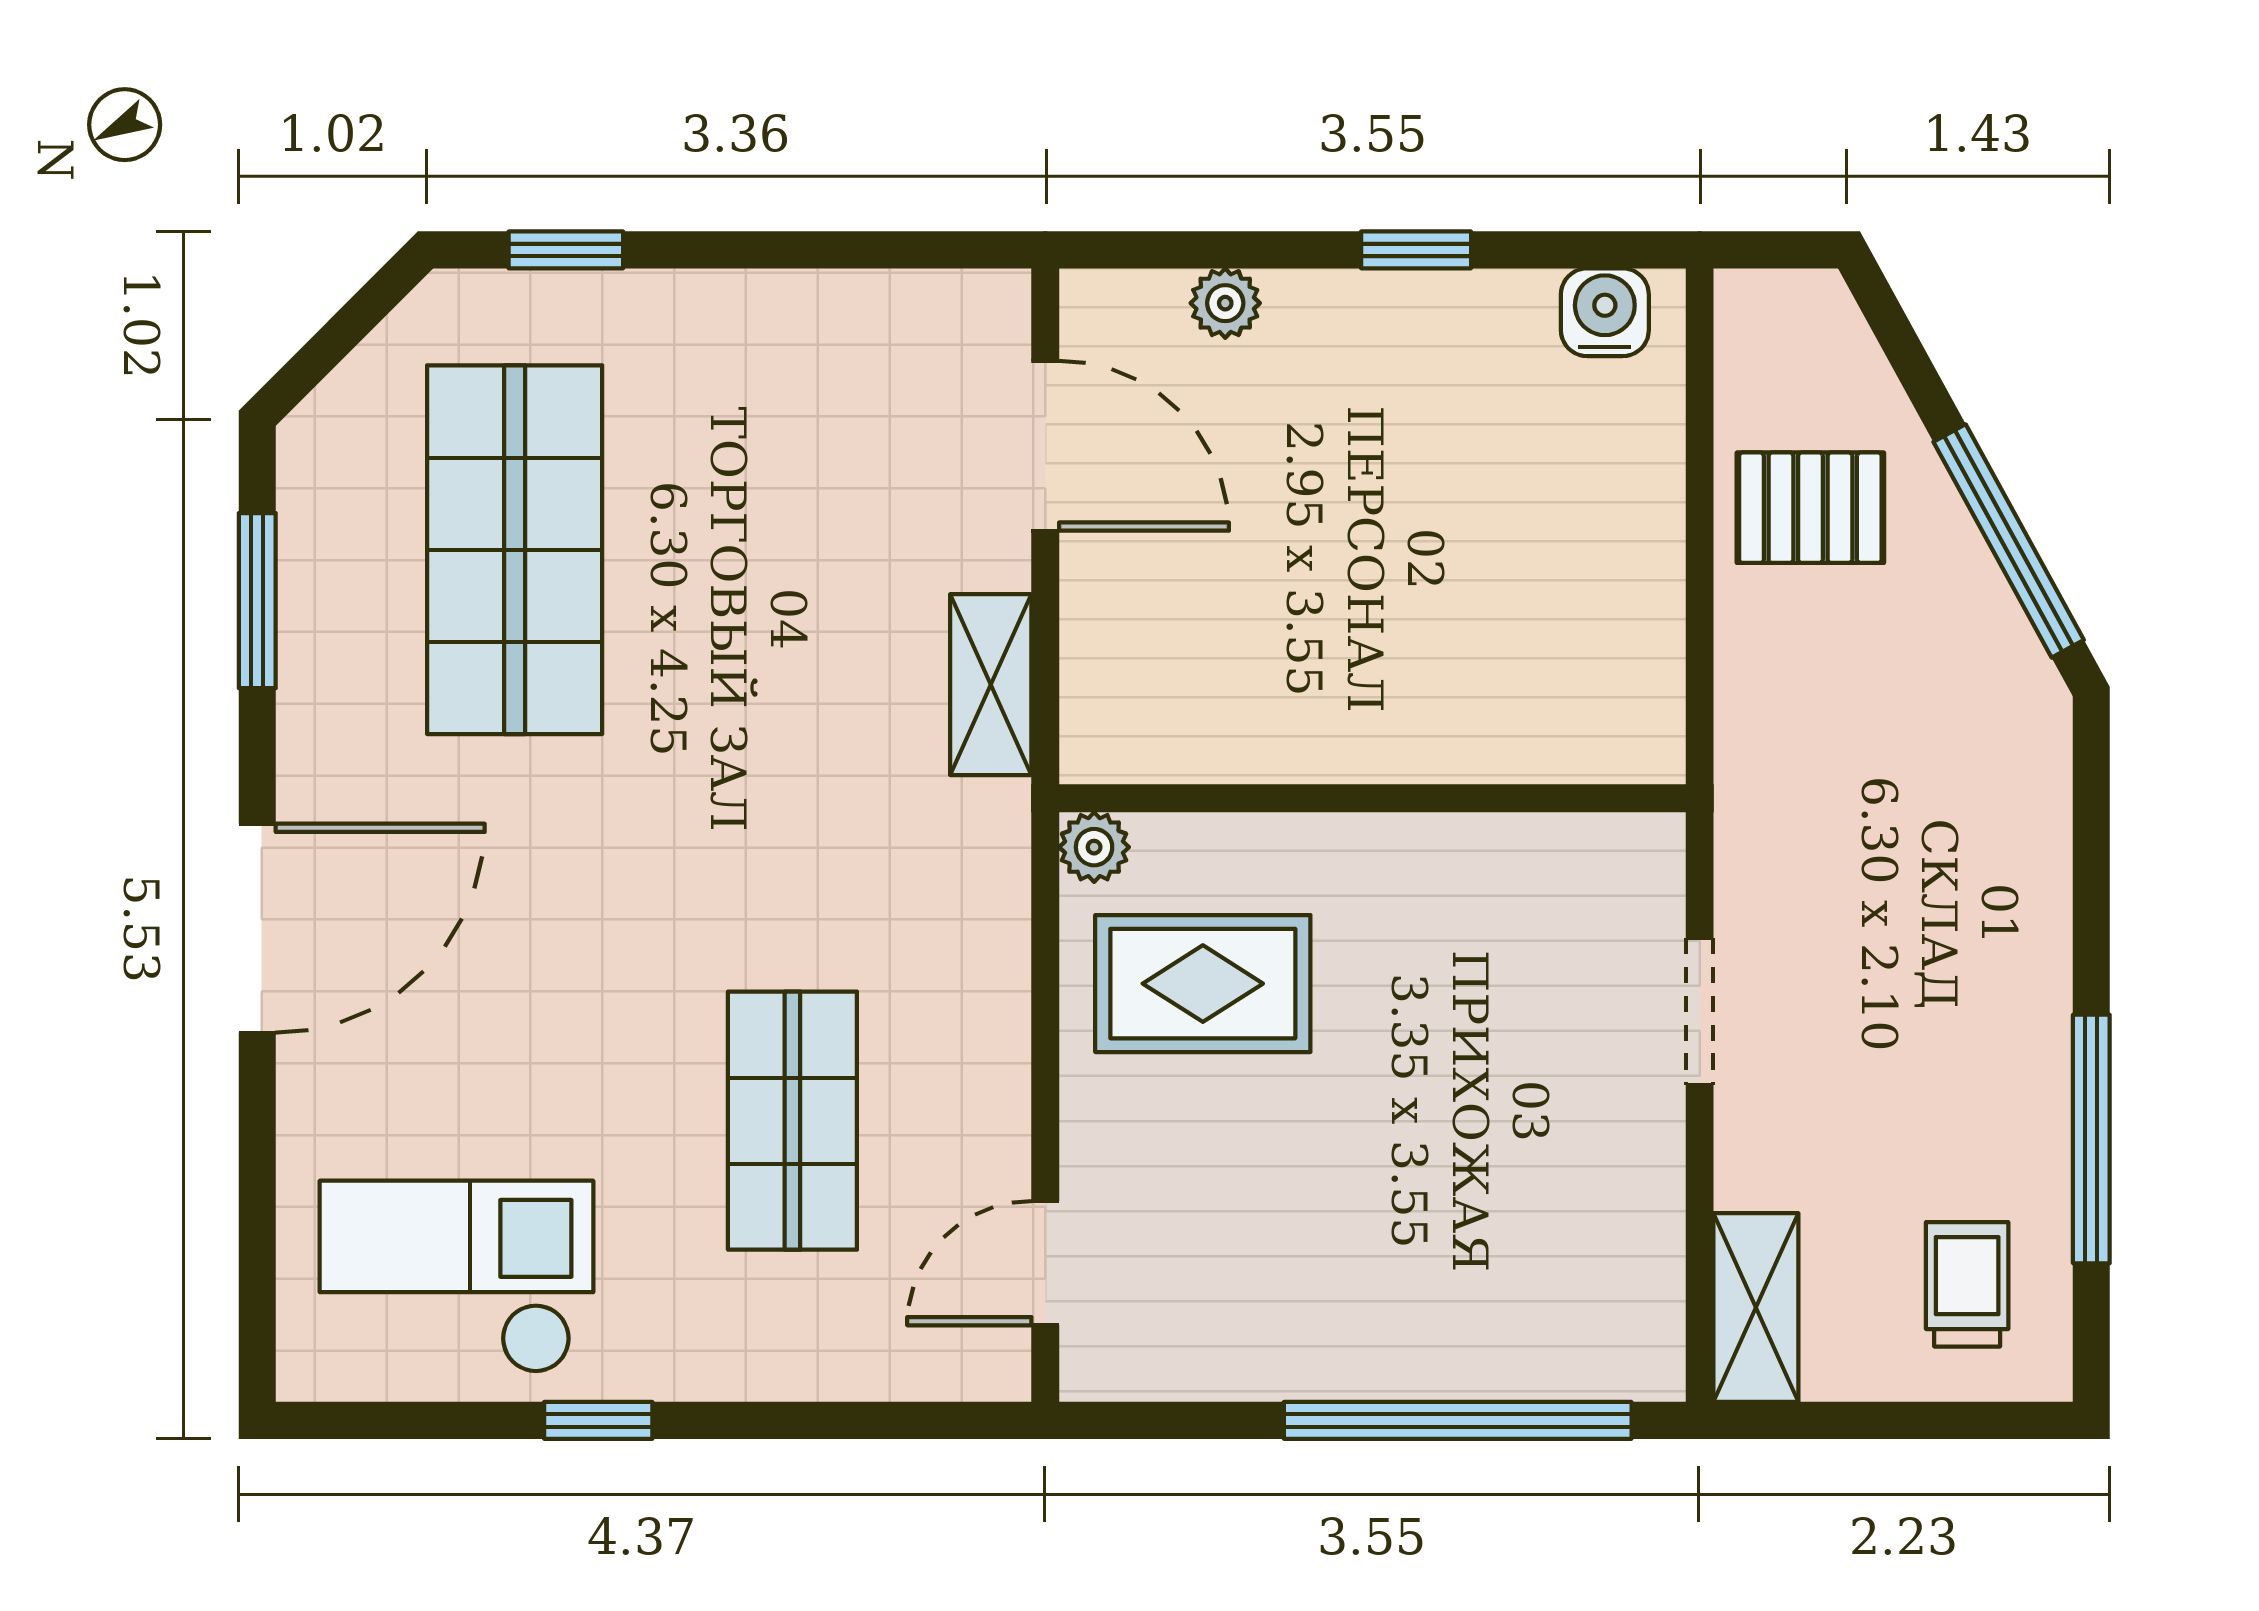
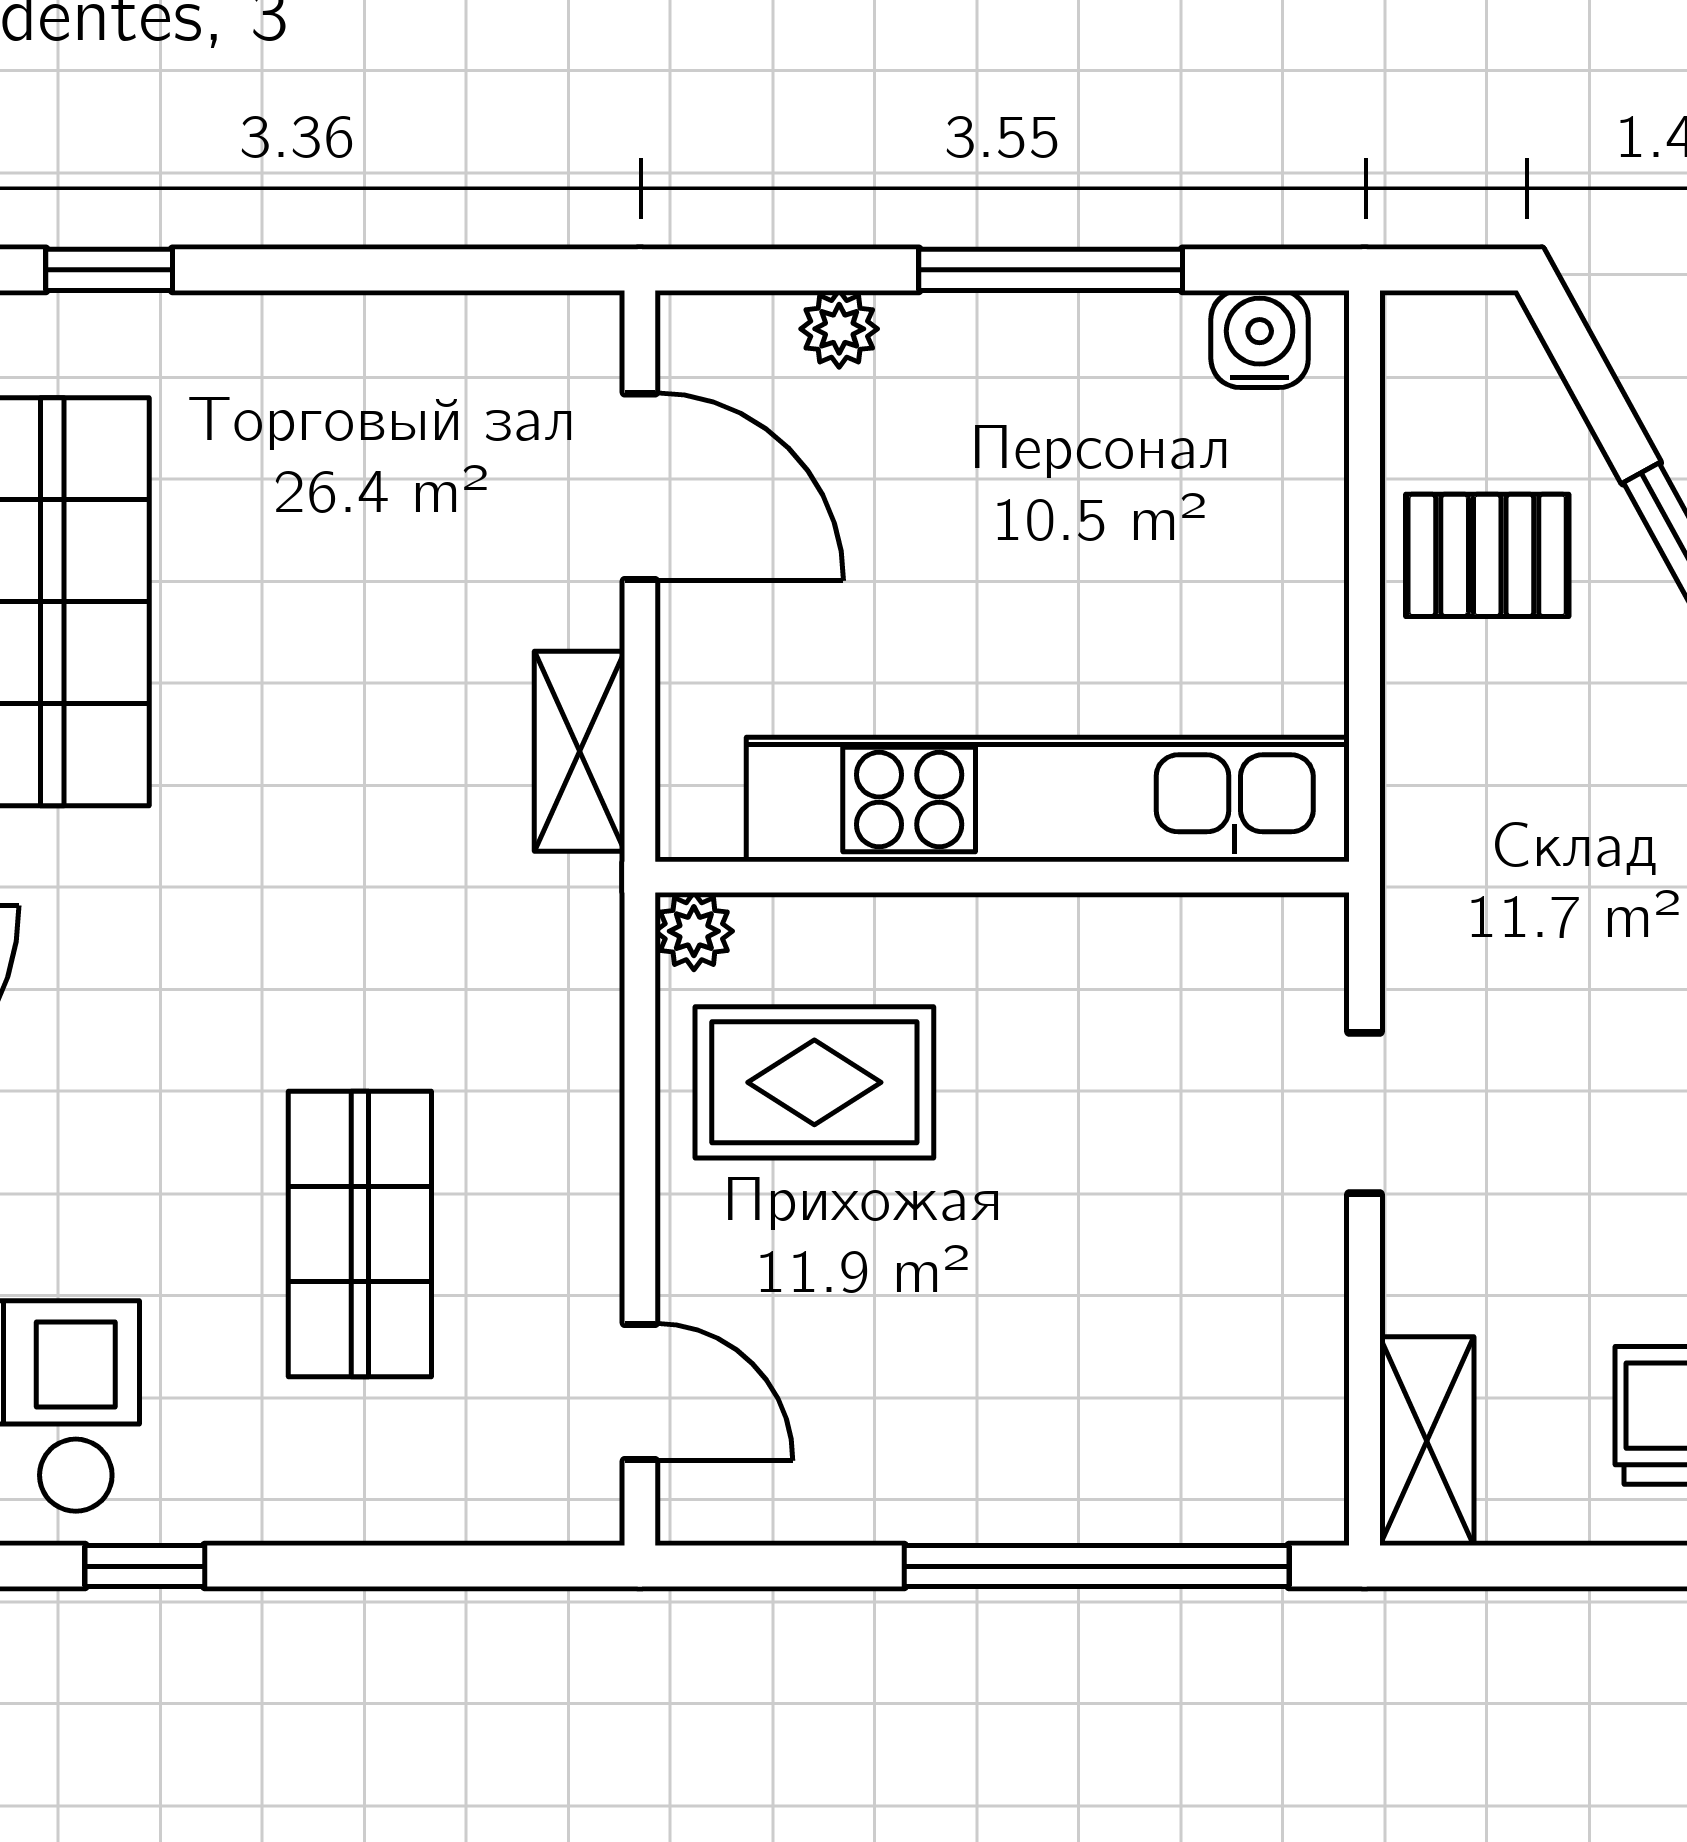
window: (1416, 250) -> (1051, 270), width x2.17
kitchen unit: (1414, 728) -> (1048, 800), added
door: (1045, 1263) -> (640, 1392), swing flipped

